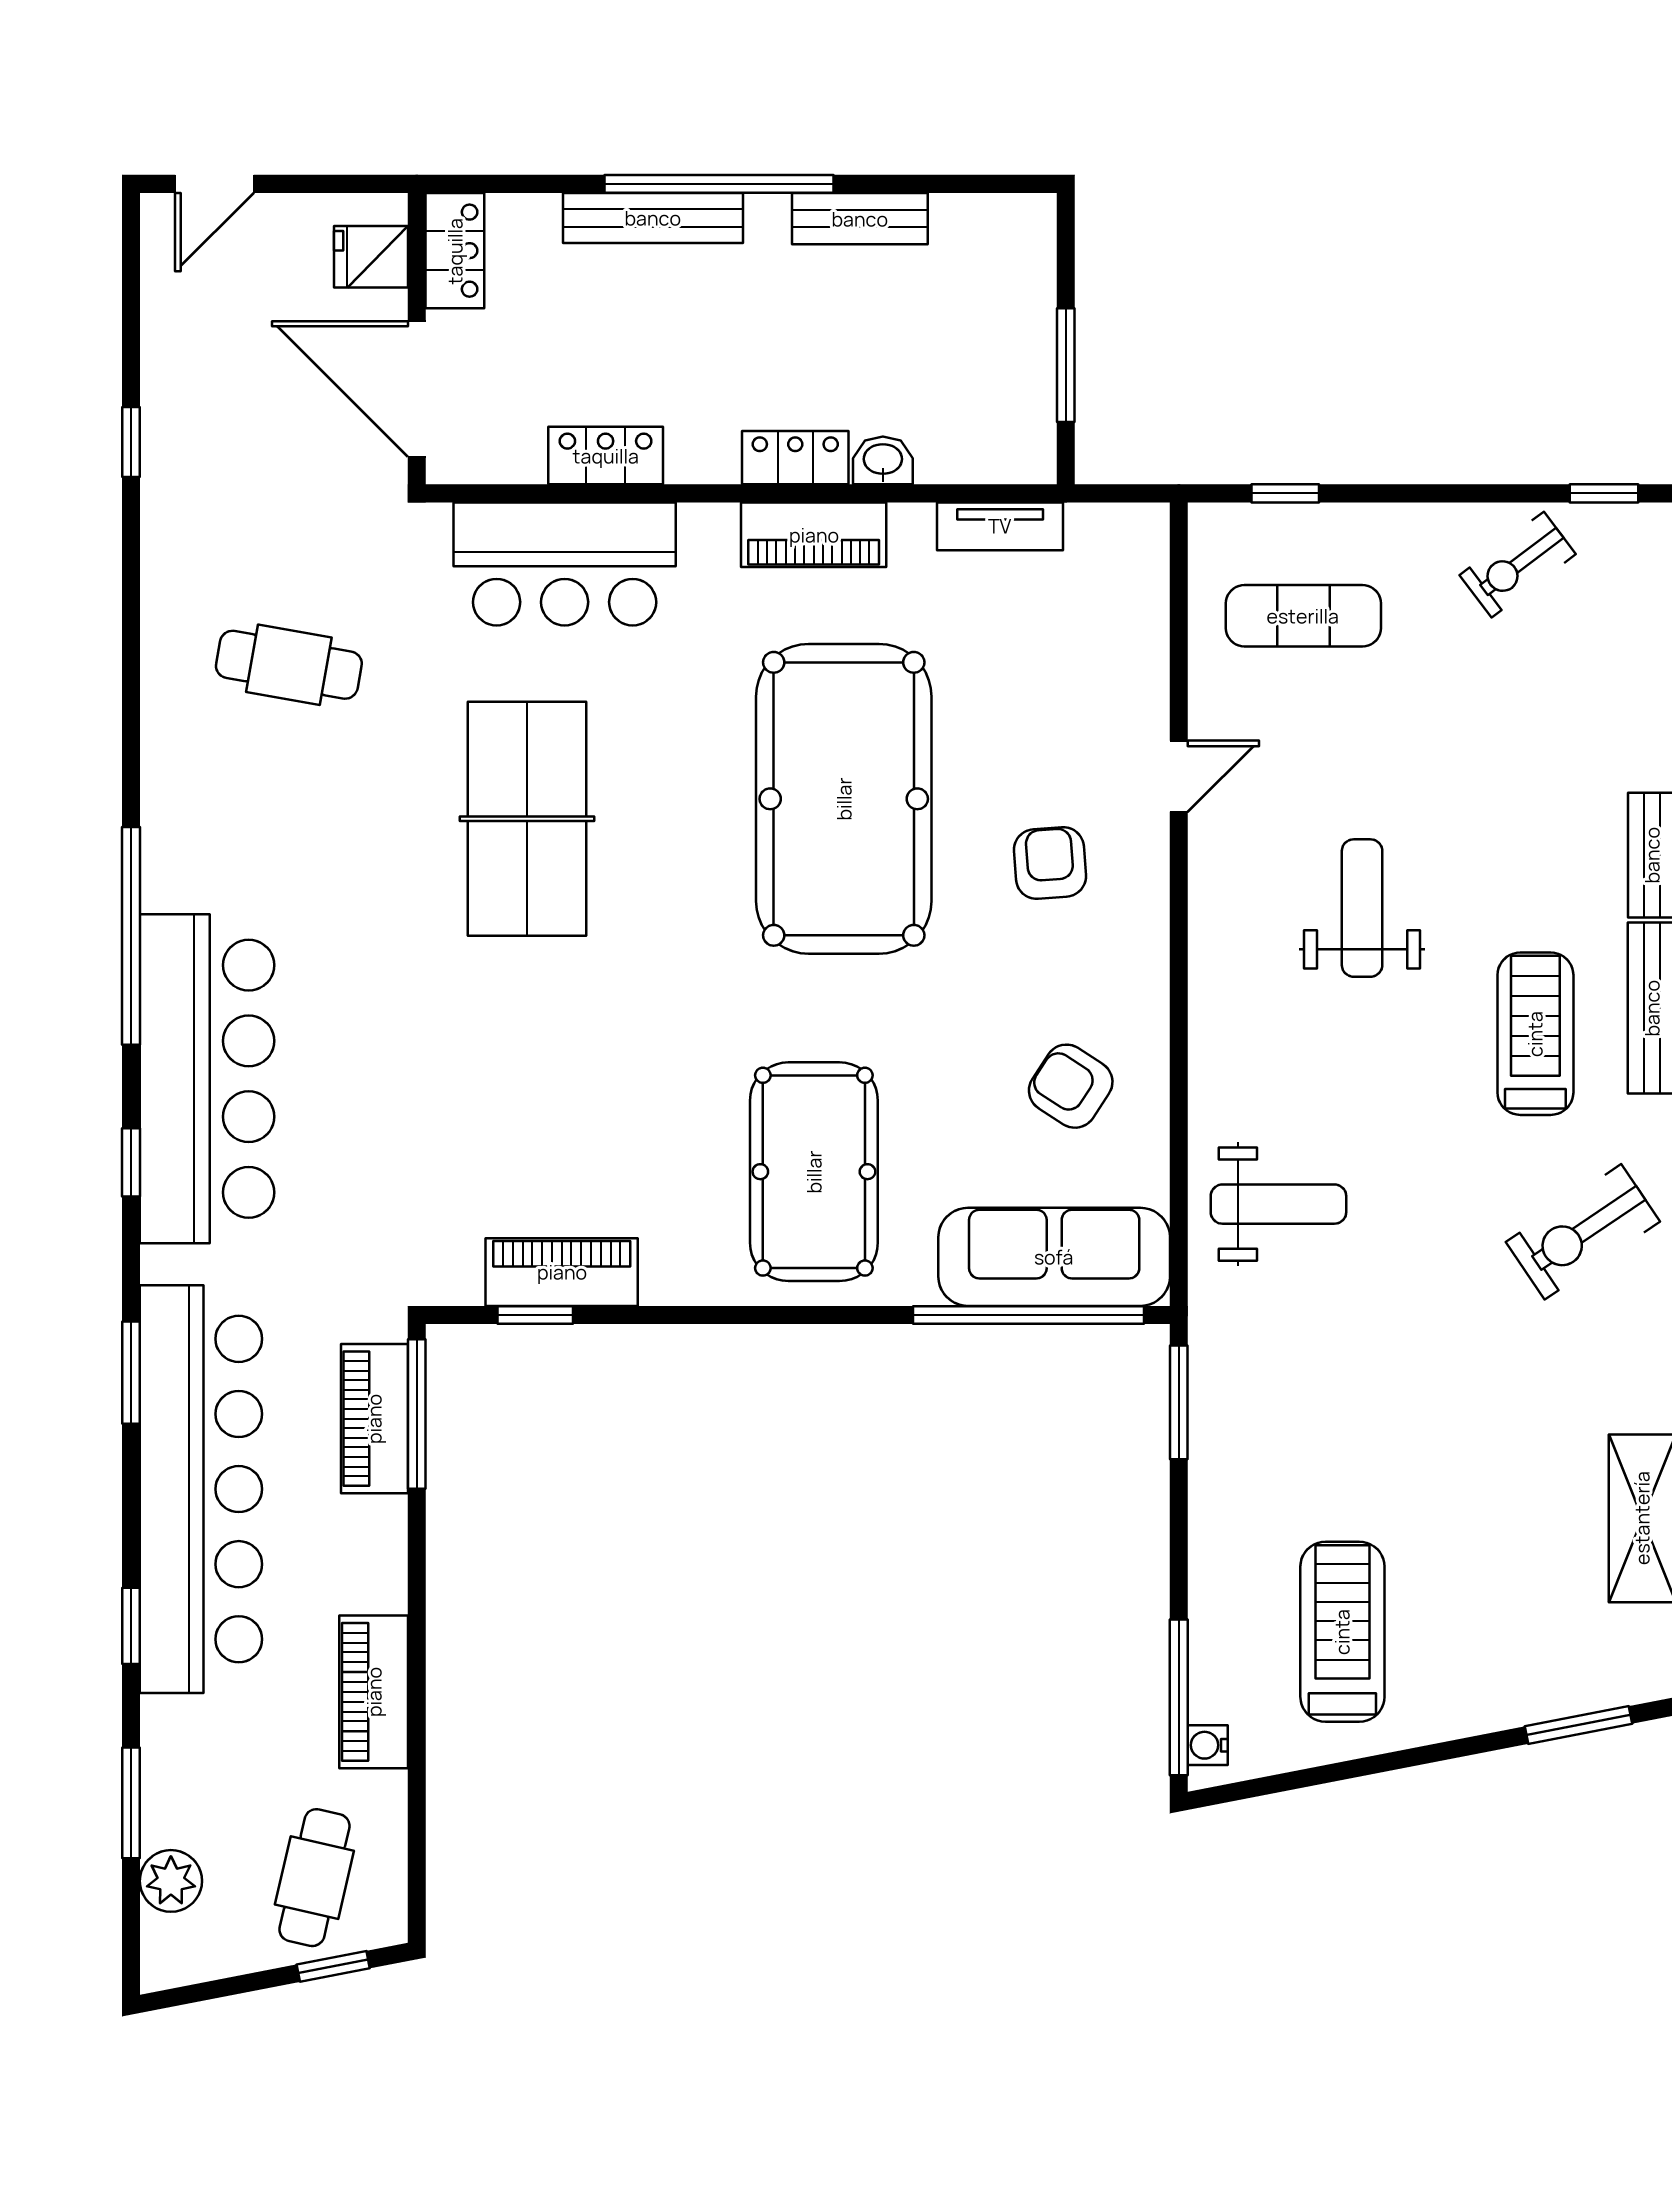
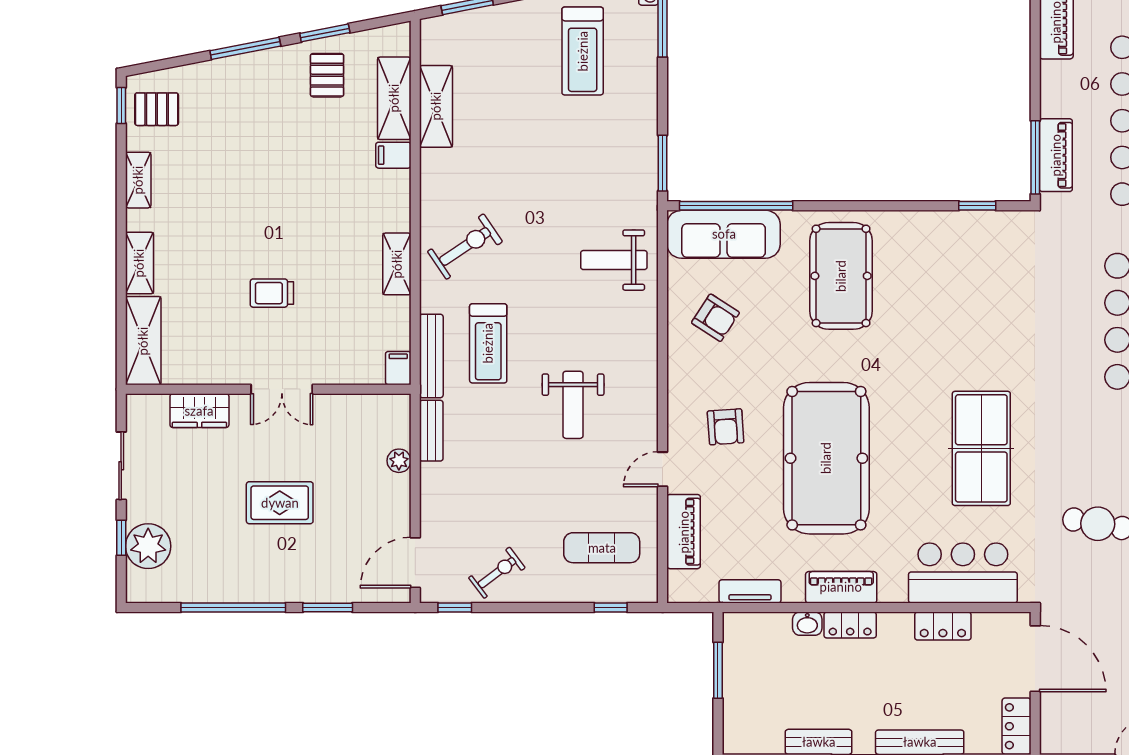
fridge: (371, 257) -> (1058, 723), removed
piano: (562, 1272) -> (684, 532), moved, turned -90

